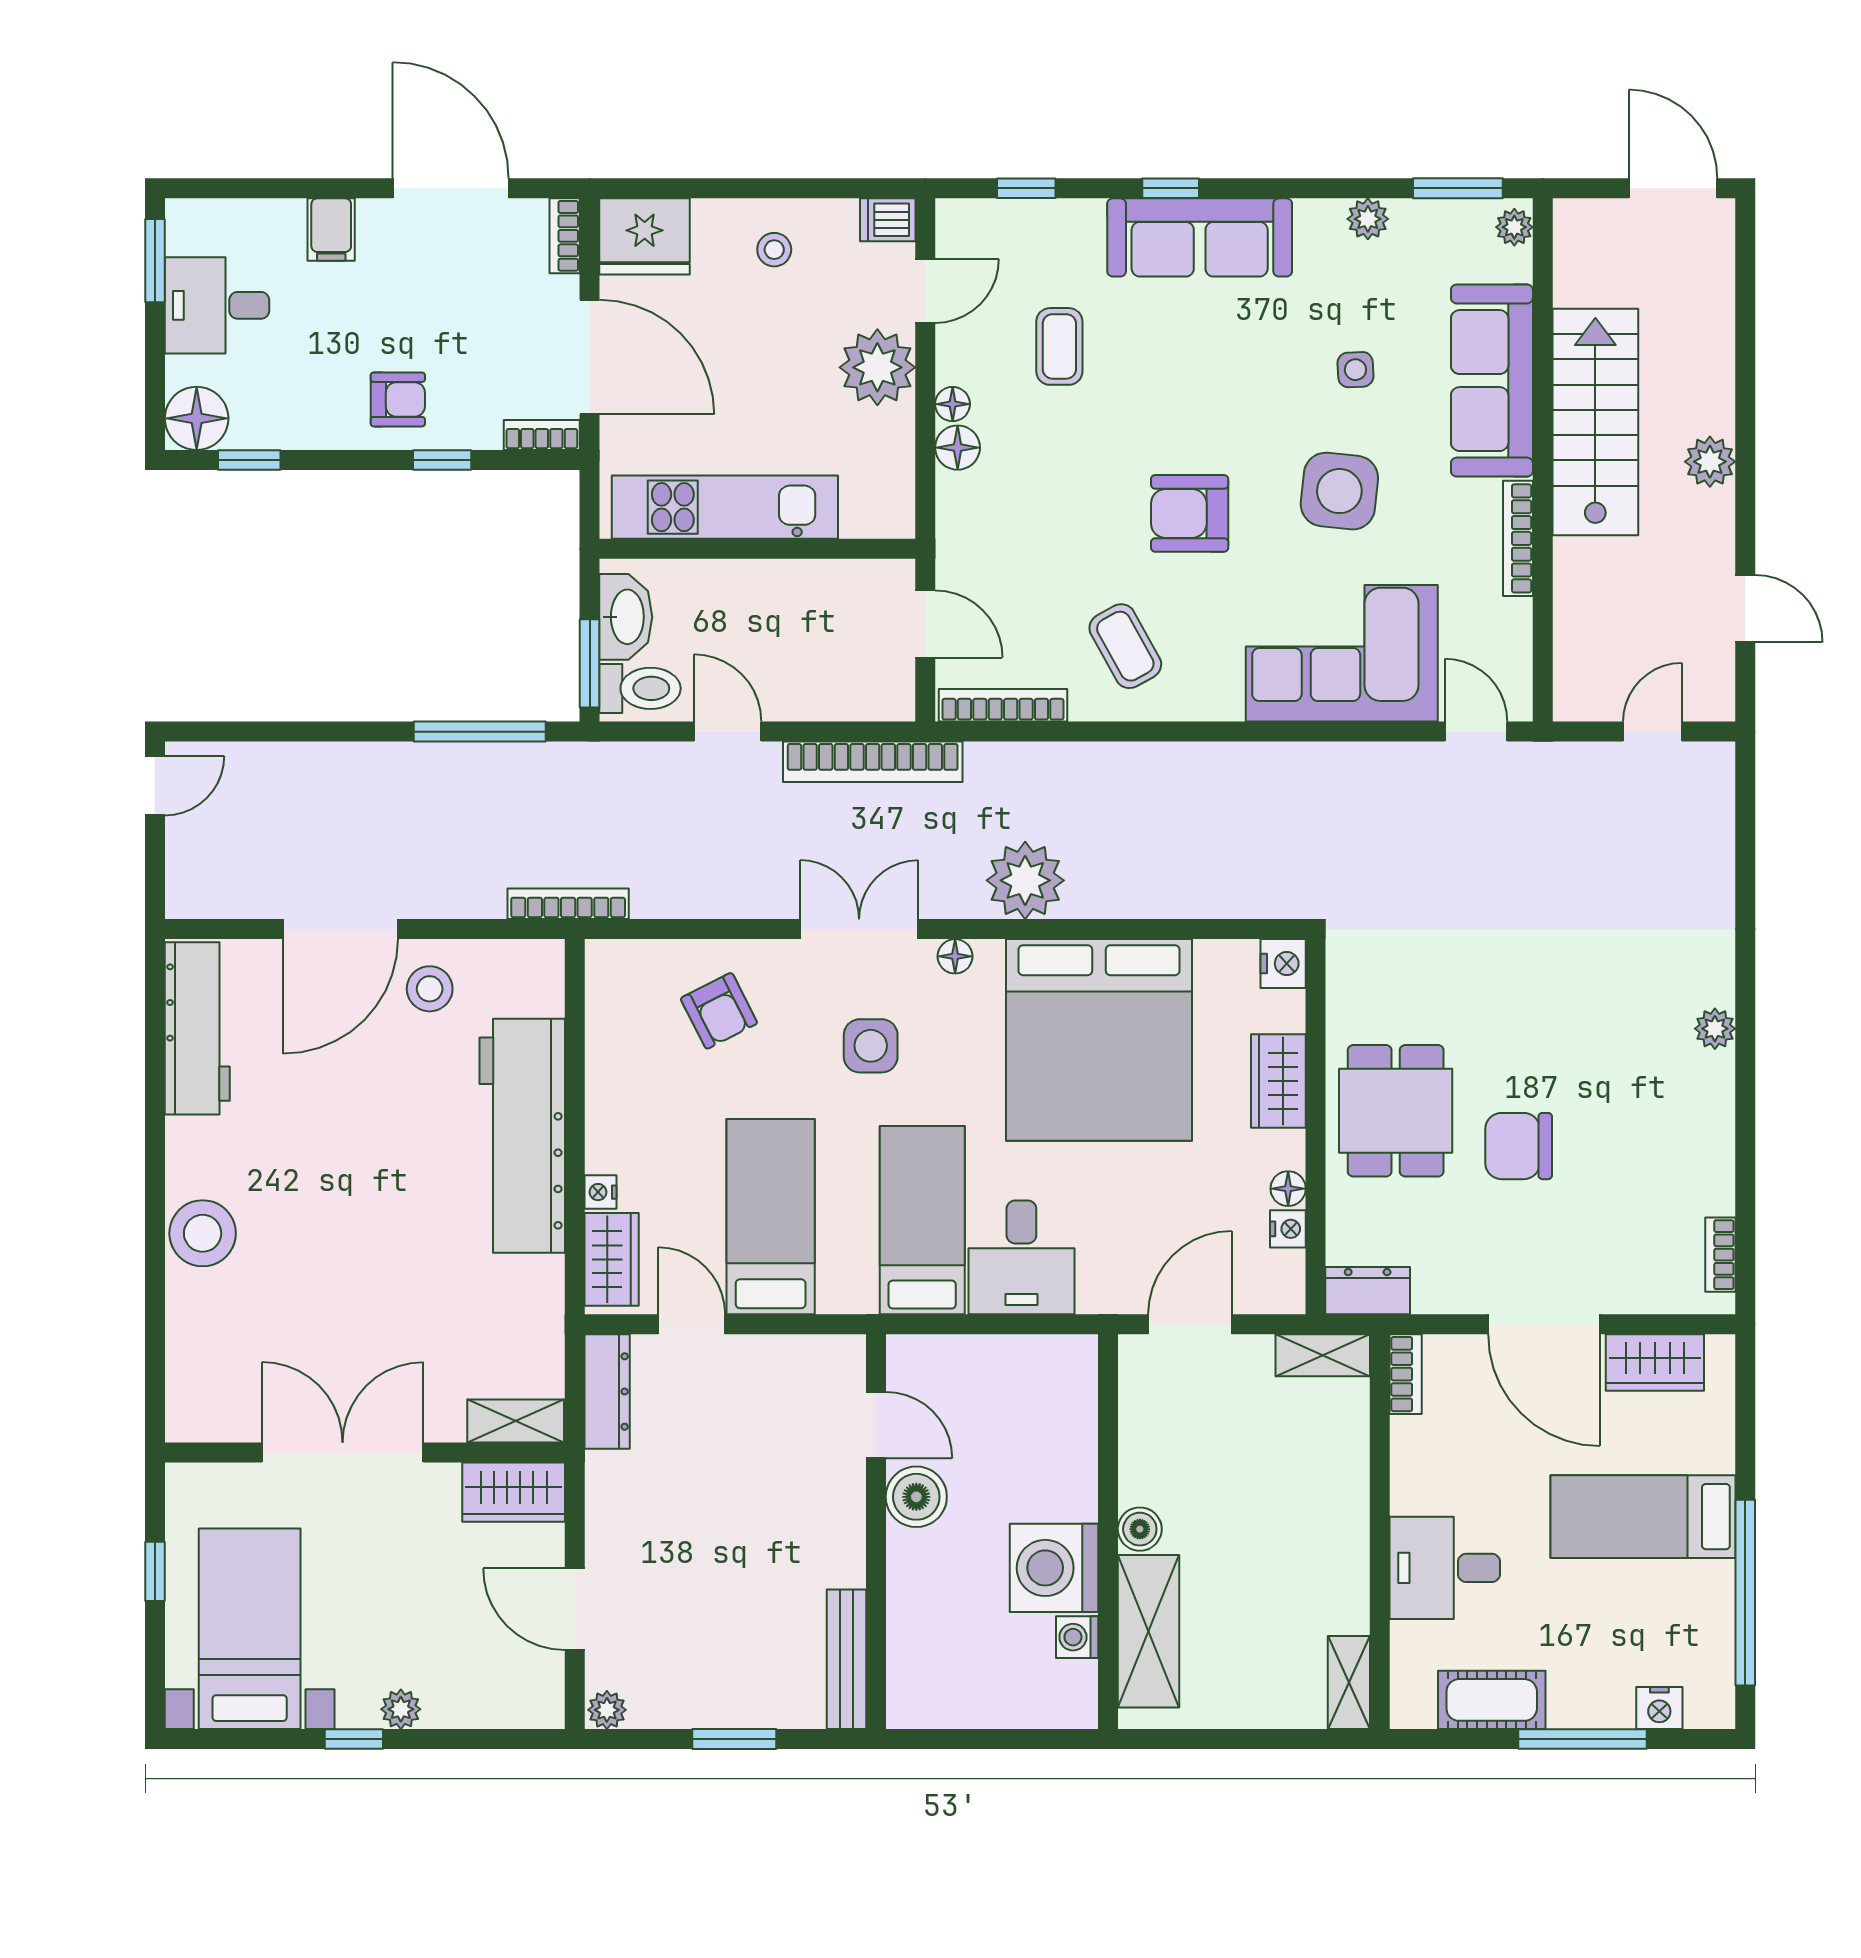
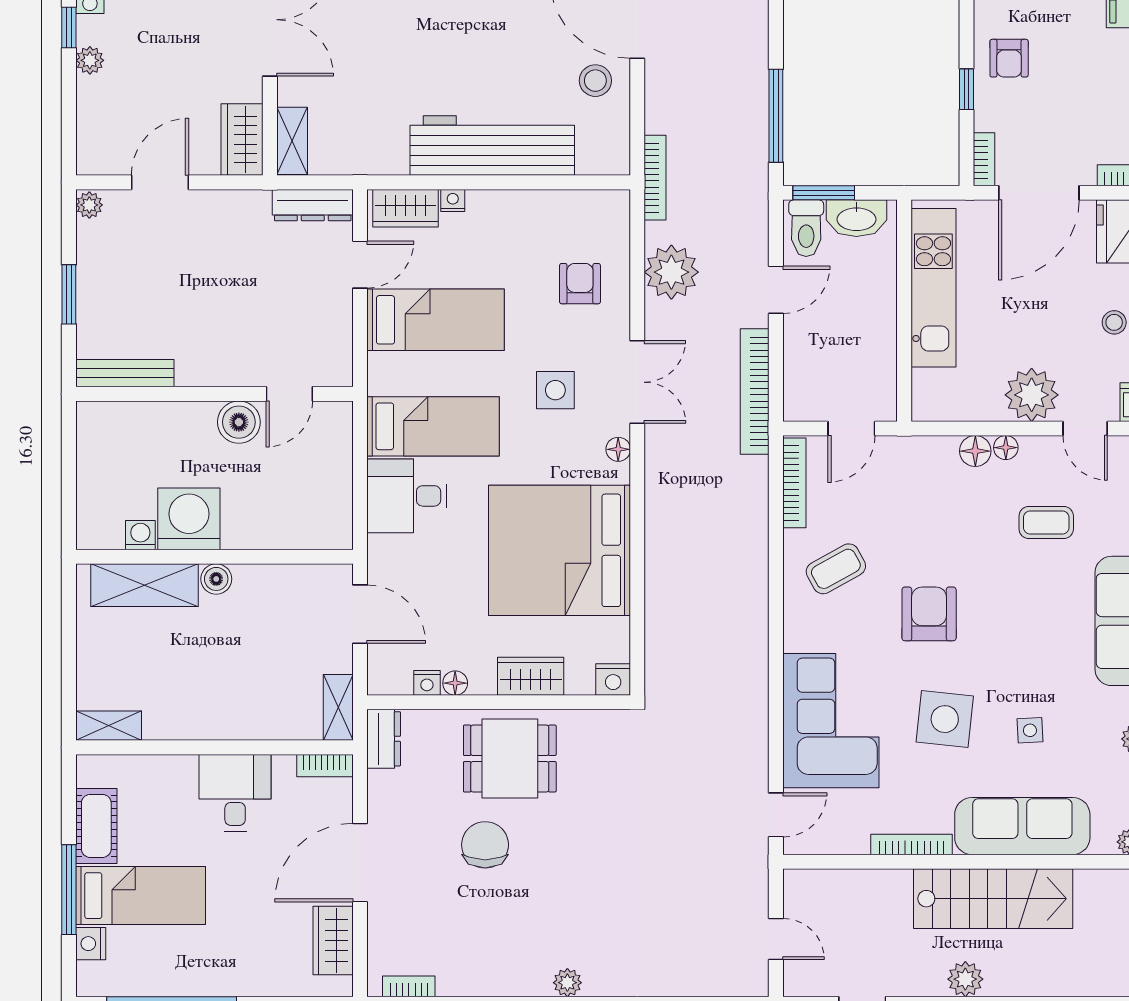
plant: (1025, 880) -> (671, 272), moved
armchair: (719, 1011) -> (580, 284), turned 117
bed: (1643, 1517) -> (141, 896), moved, turned 90
desk: (1445, 1568) -> (235, 793), moved

